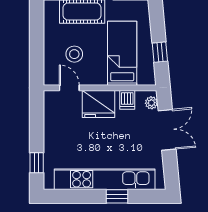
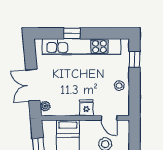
dishwasher: (127, 100) -> (64, 108), removed
fridge: (99, 104) -> (86, 108), width x0.53, depth x0.75
stool: (56, 129) -> (119, 86), added

